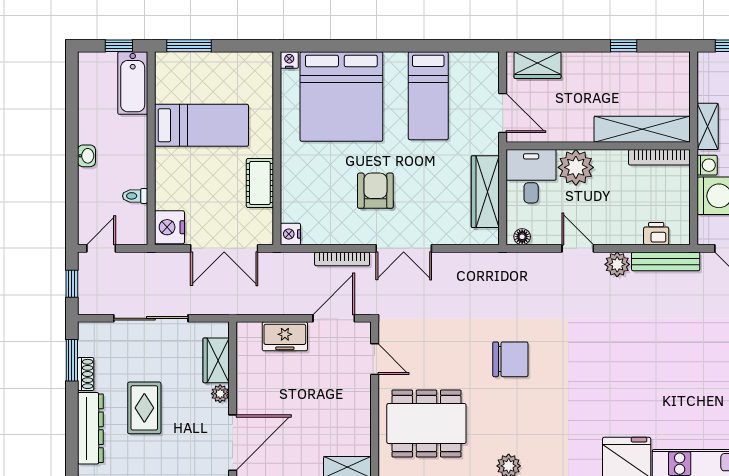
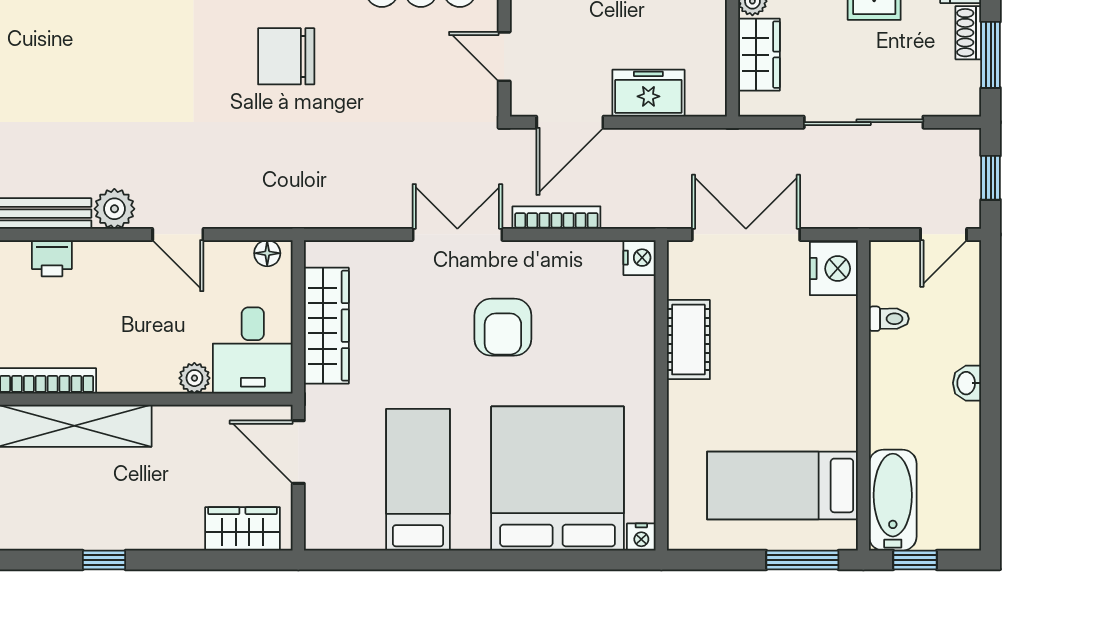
bed: (201, 125) -> (782, 485), moved
plant: (576, 167) -> (194, 378), width x0.53, depth x0.53

